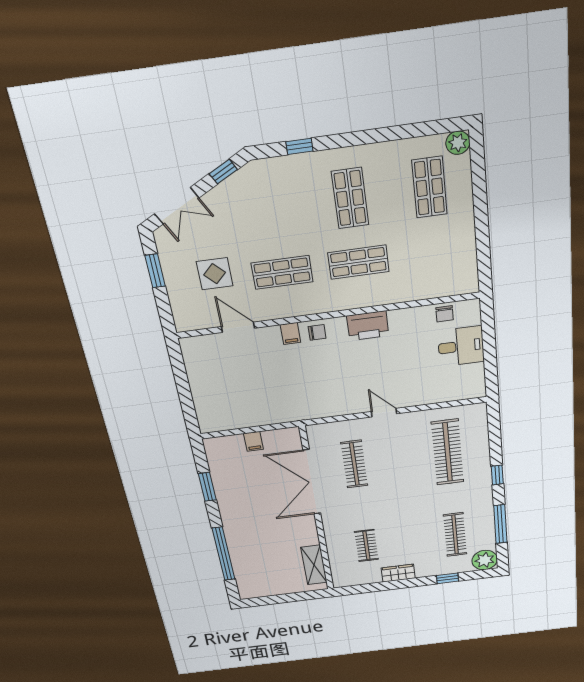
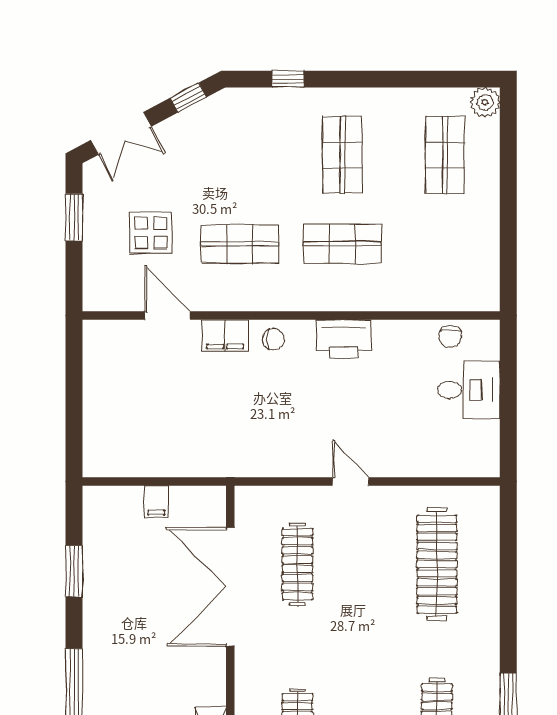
filing cabinet: (290, 334) -> (225, 335), width x2.00
window: (497, 475) -> (508, 617), removed

